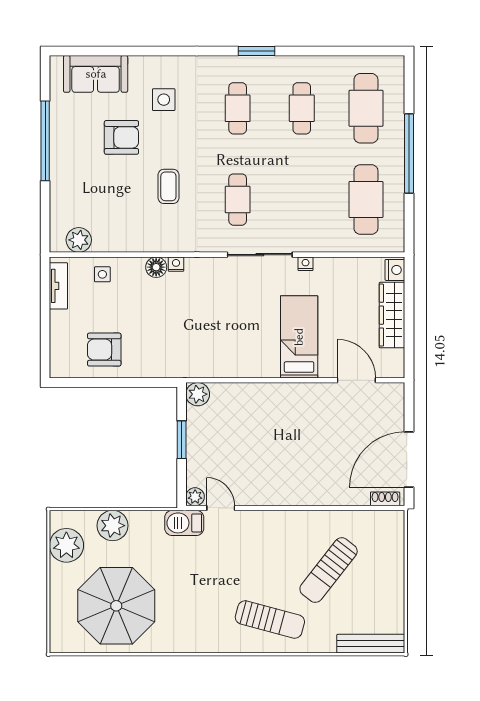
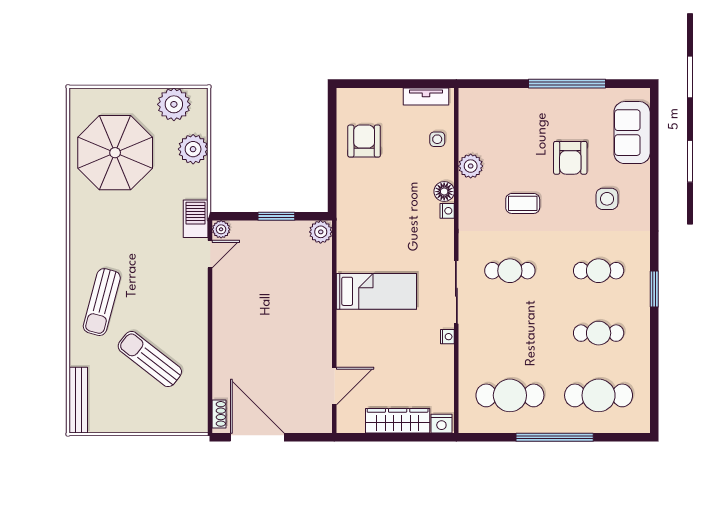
plant: (79, 240) -> (471, 166), moved
bed: (299, 337) -> (376, 291), moved

